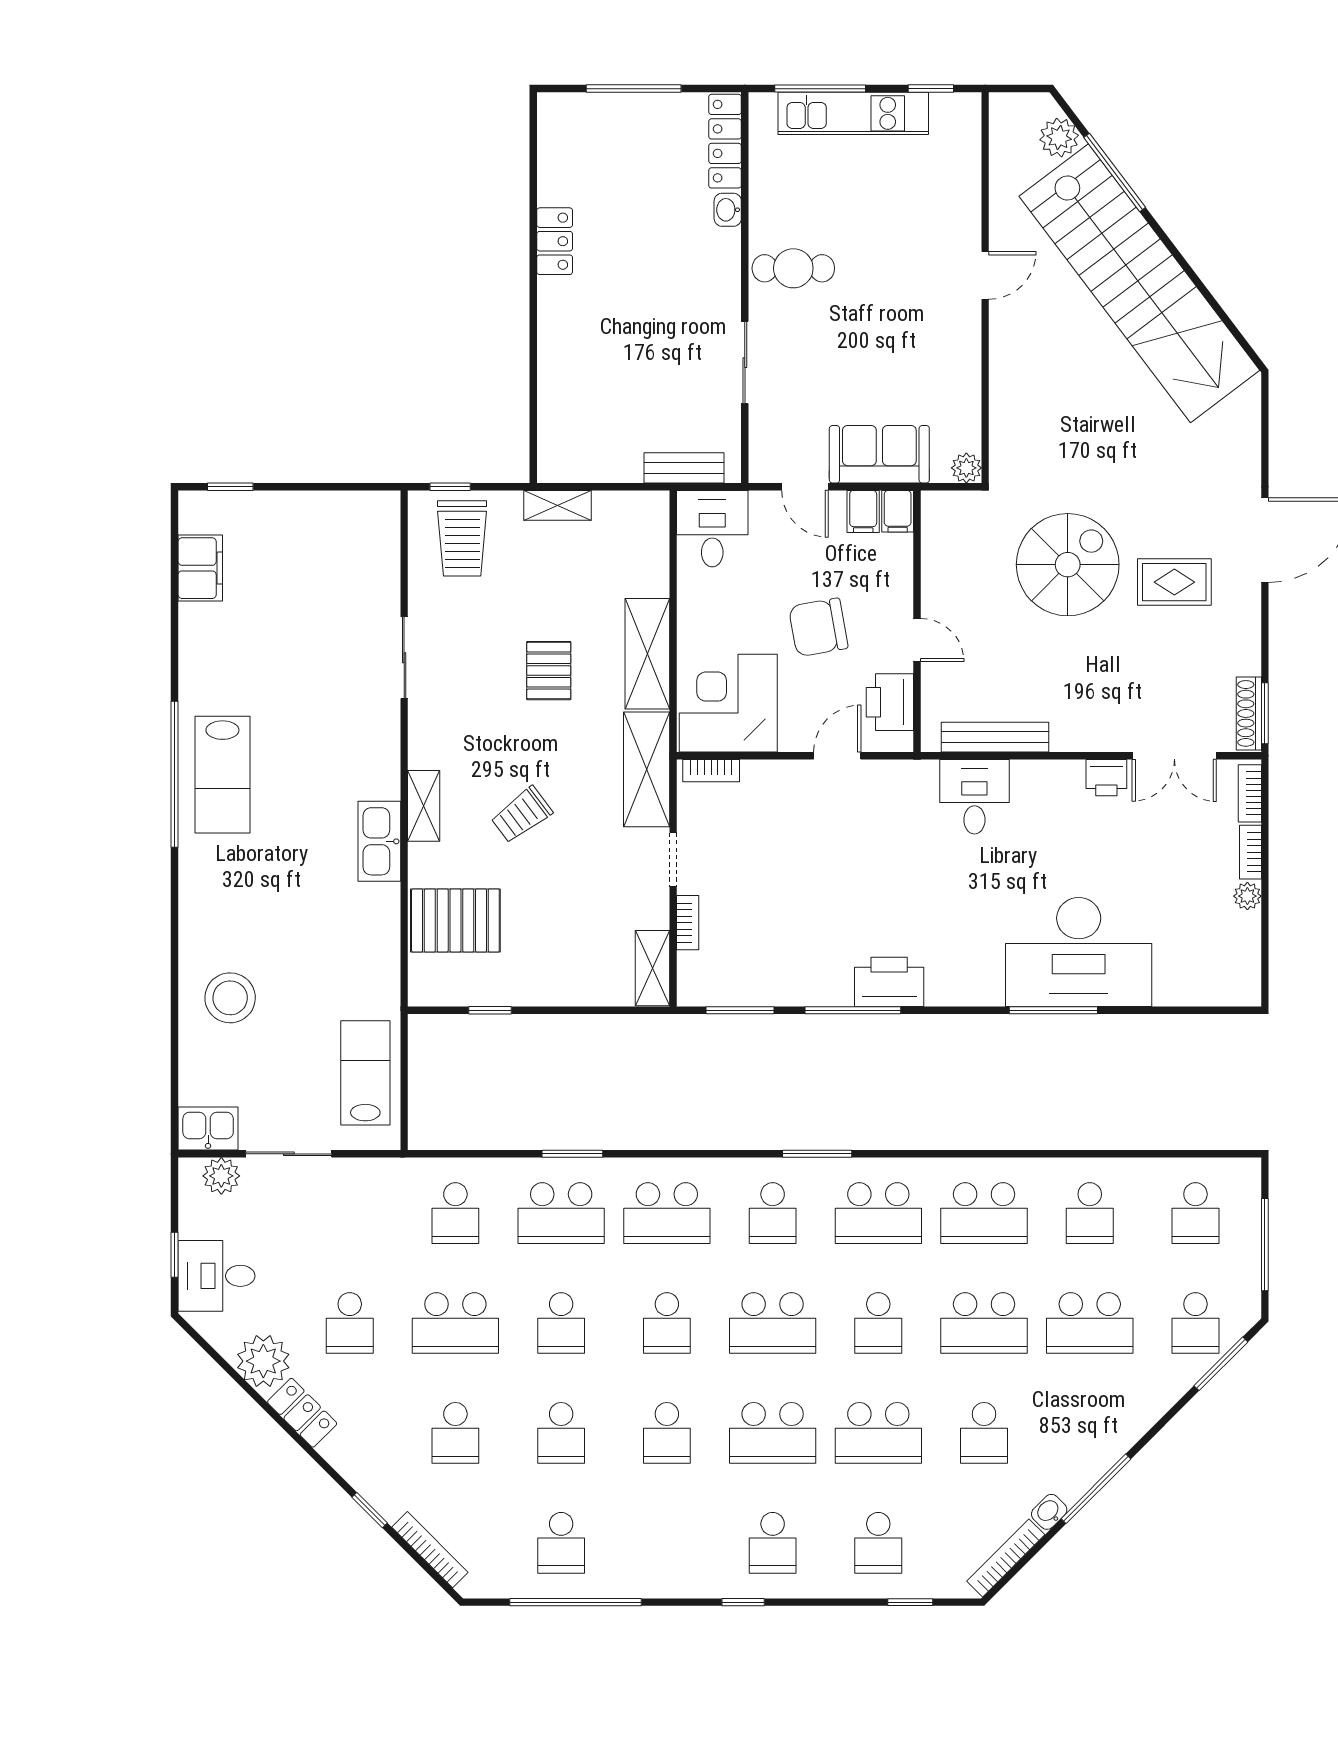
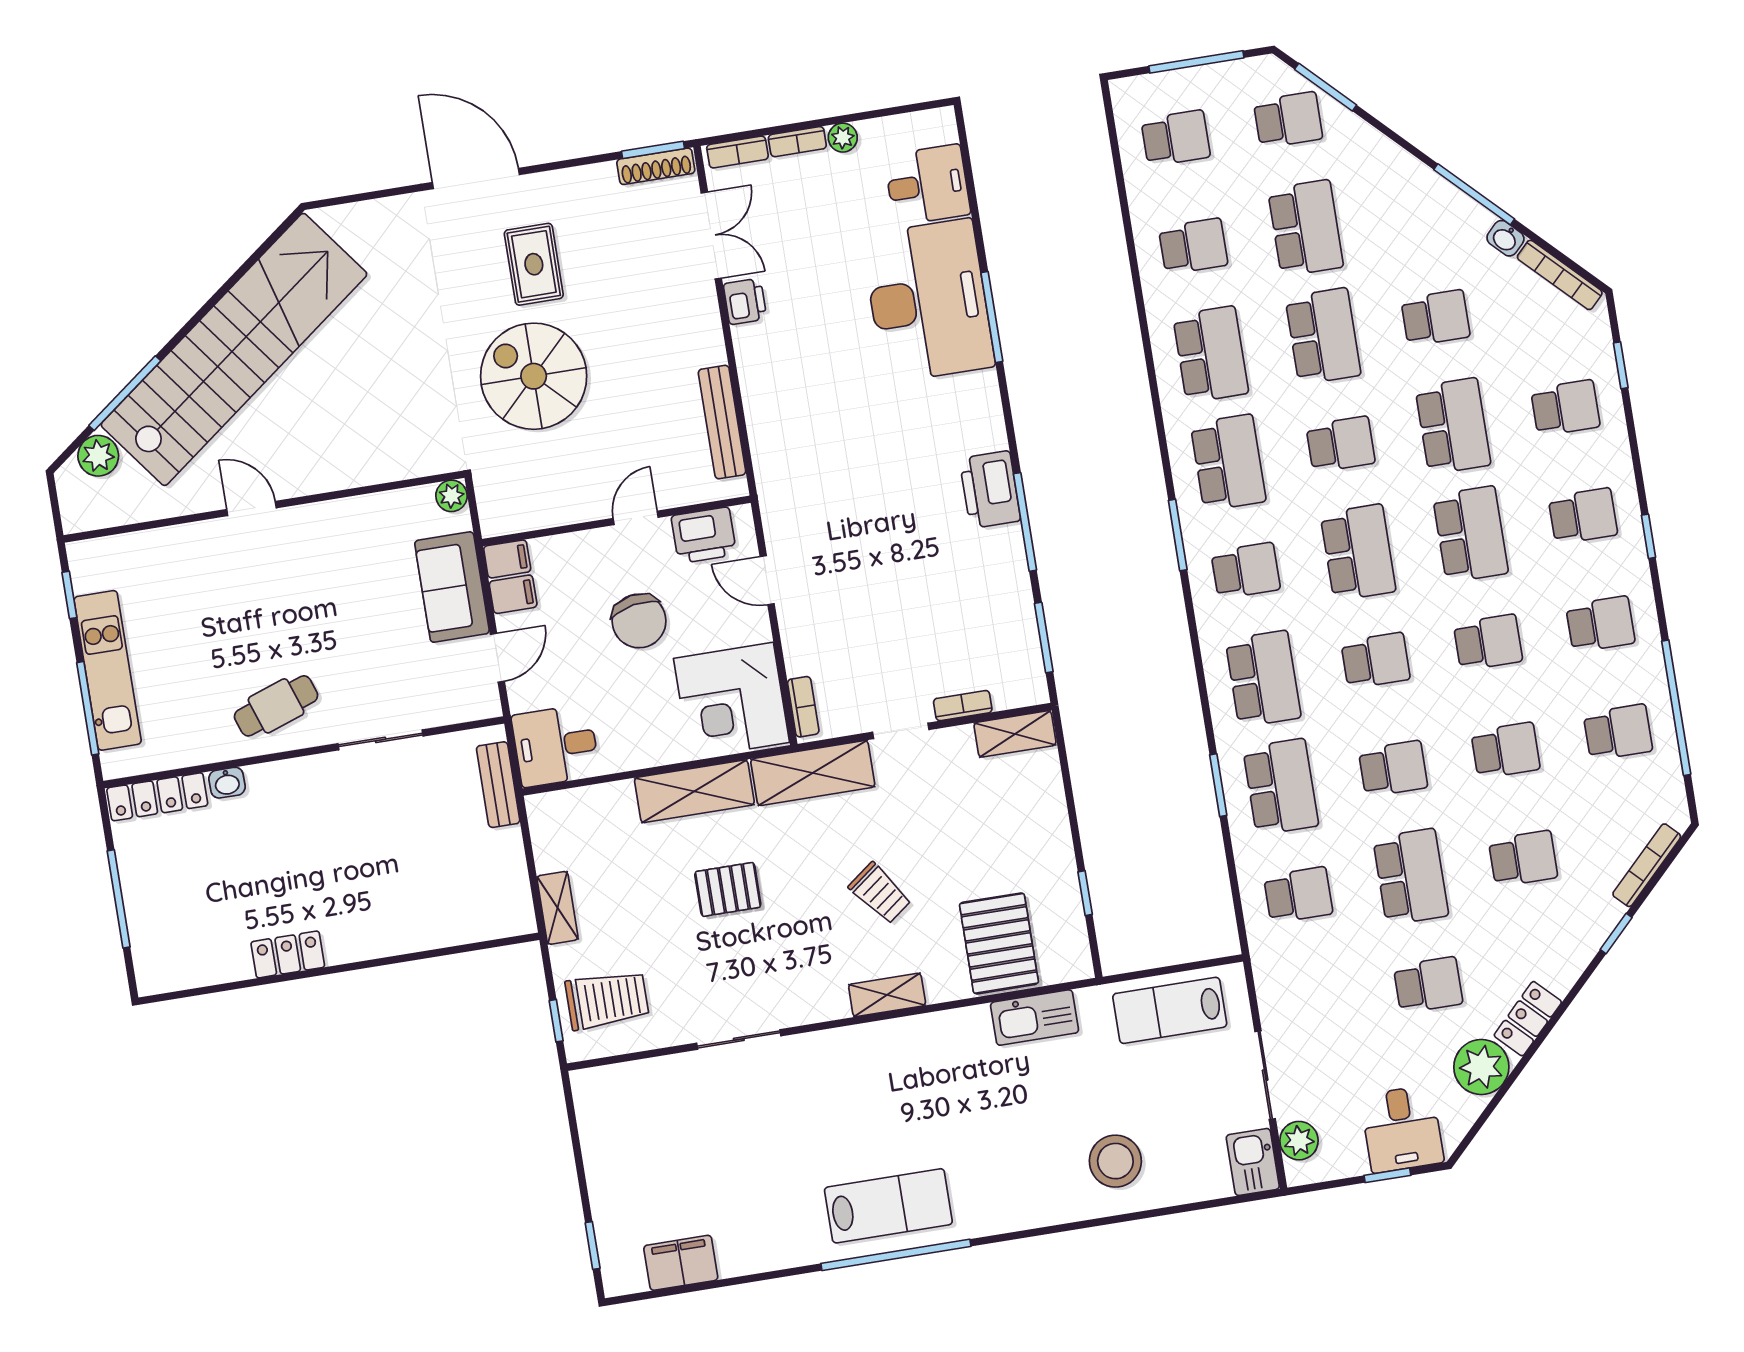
cafe table: (793, 268) -> (276, 706), turned 71
desk: (974, 797) -> (927, 185), moved, turned 180
kitchen sink: (379, 841) -> (1035, 1018), moved
school desk: (667, 1543) -> (1600, 624), added

